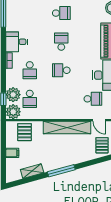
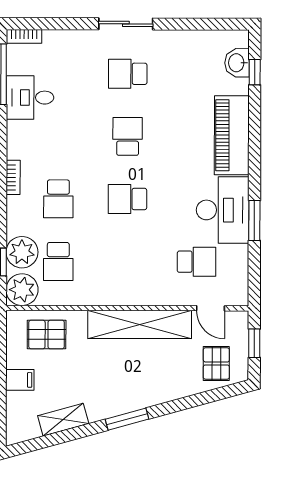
school desk: (61, 13) -> (128, 74), turned 180
desk: (17, 42) -> (30, 98), moved
pallet: (24, 132) -> (47, 334), turned 90
window: (61, 171) -> (127, 419), width x0.69

